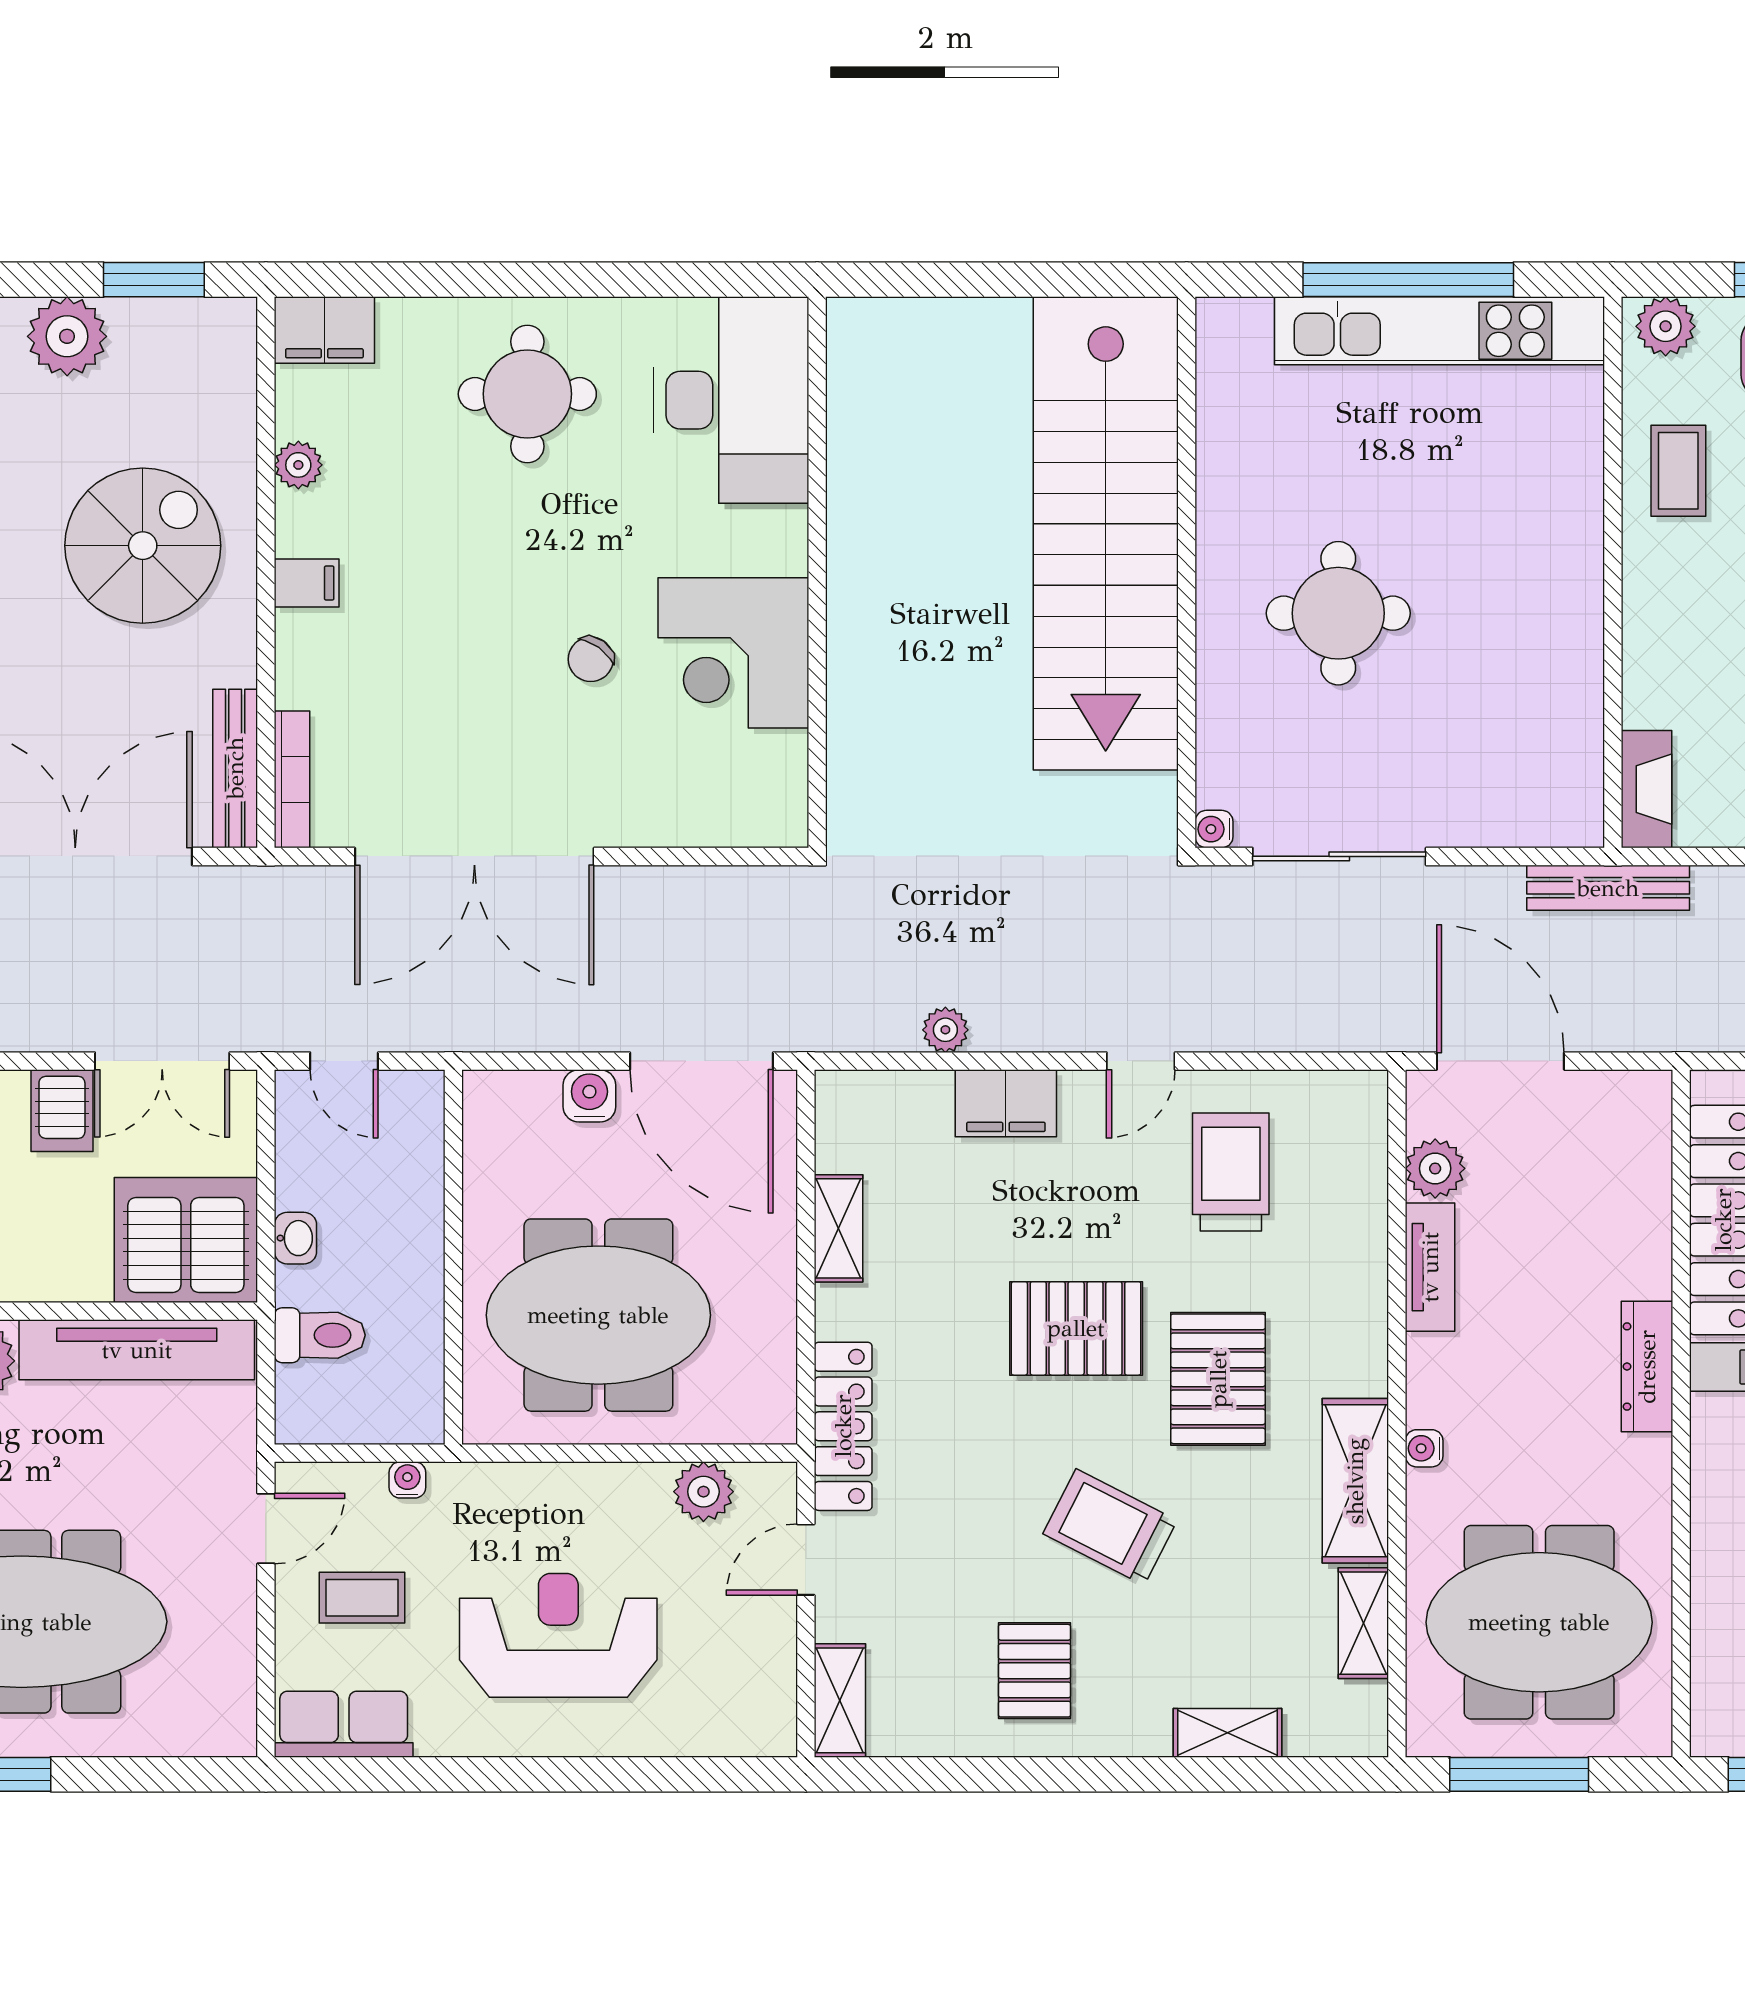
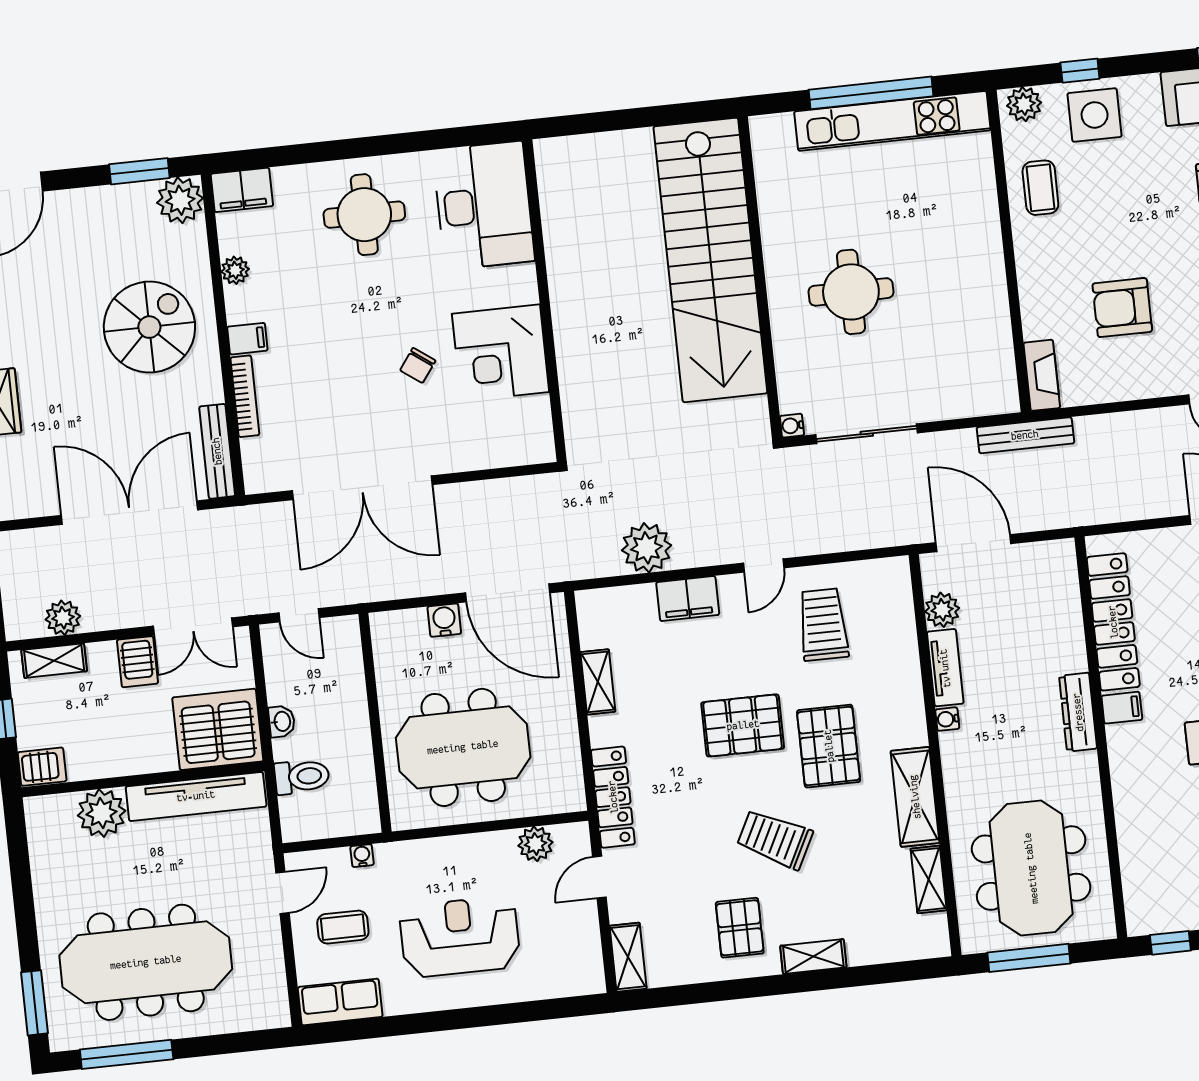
plant: (67, 336) -> (180, 200), moved
bookcase: (292, 779) -> (245, 396), moved
plant: (945, 1030) -> (647, 548), width x1.87, depth x1.87
water cooler: (1424, 1448) -> (947, 719), moved
meeting table: (1539, 1622) -> (1031, 868), turned 90
shelving: (1228, 1733) -> (813, 957), moved

